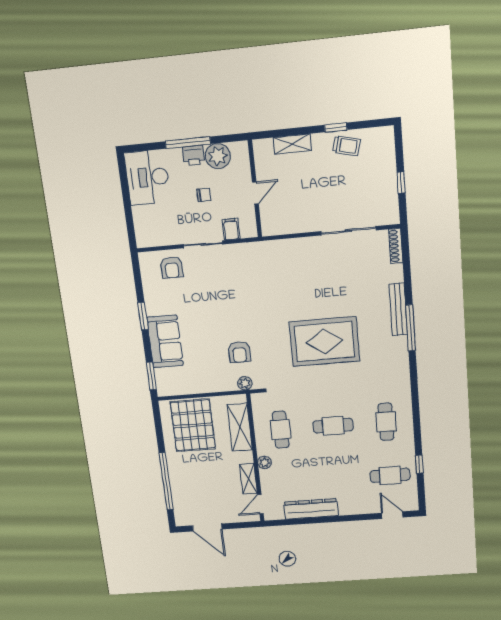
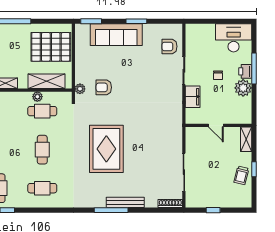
wall: (255, 189) -> (218, 125), moved
door: (255, 193) -> (216, 125), moved
filing cabinet: (231, 229) -> (193, 97), width x2.00
sofa: (165, 341) -> (116, 35), width x1.36
plant: (265, 462) -> (37, 97), moved

